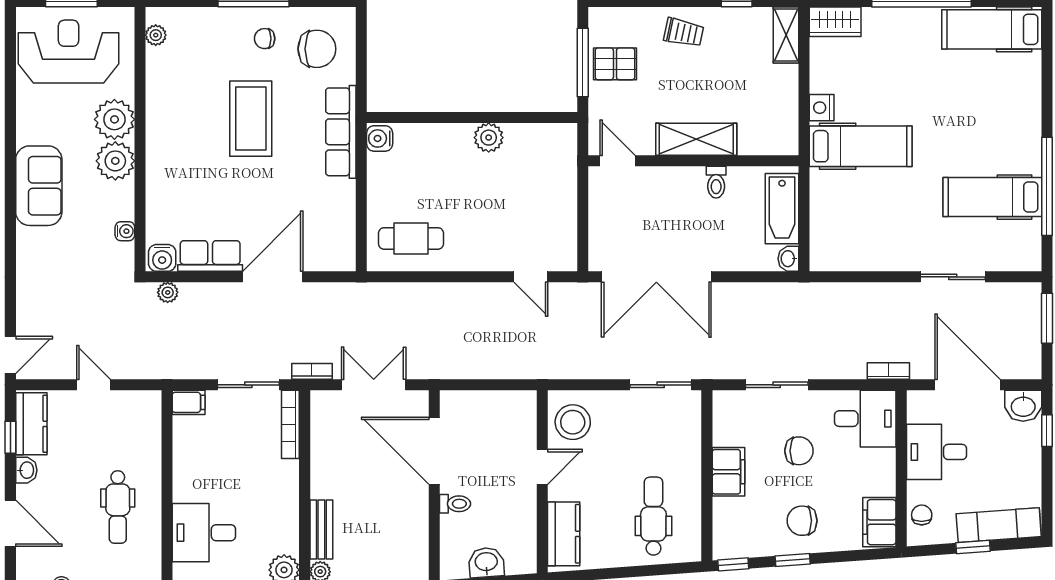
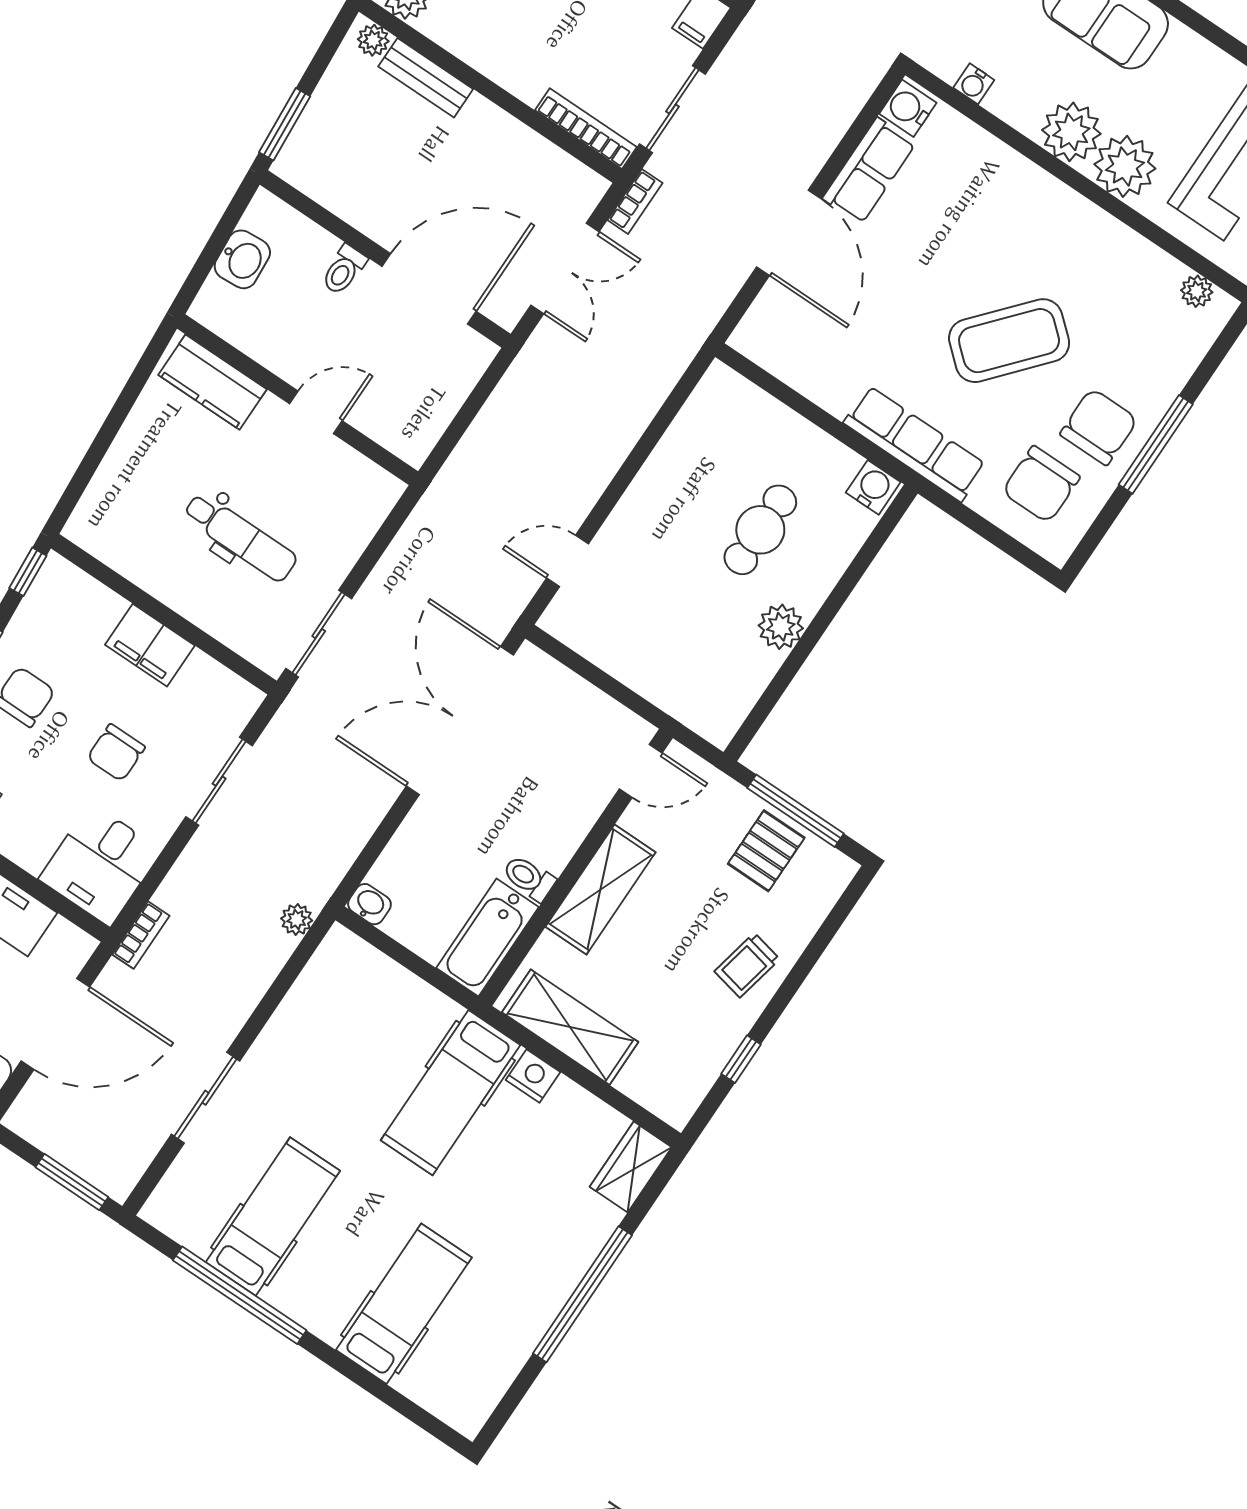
hospital bed: (992, 29) -> (404, 1304), moved
shelving: (786, 35) -> (570, 1027), moved, width x1.50, depth x1.33
chair: (265, 39) -> (1099, 427), width x1.87, depth x1.87
coffee table: (251, 119) -> (1009, 341), turned -49
bathtub: (782, 209) -> (488, 938), moved, turned -90
cafe table: (411, 238) -> (760, 530), moved
plant: (168, 292) -> (297, 919), moved
stool: (573, 422) -> (347, 490), removed
door: (542, 467) -> (316, 412), swing flipped
dental chair: (653, 516) -> (240, 537), moved

